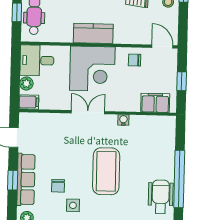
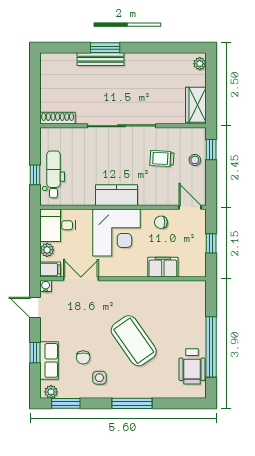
filing cabinet: (155, 103) -> (163, 267), moved
double door: (88, 112) -> (81, 279), moved
water cooler: (123, 120) -> (46, 286), moved
coffee table: (106, 171) -> (134, 341), turned -35
row of seats: (26, 179) -> (49, 360), width x0.68
wheelchair: (161, 197) -> (192, 366), turned 180

